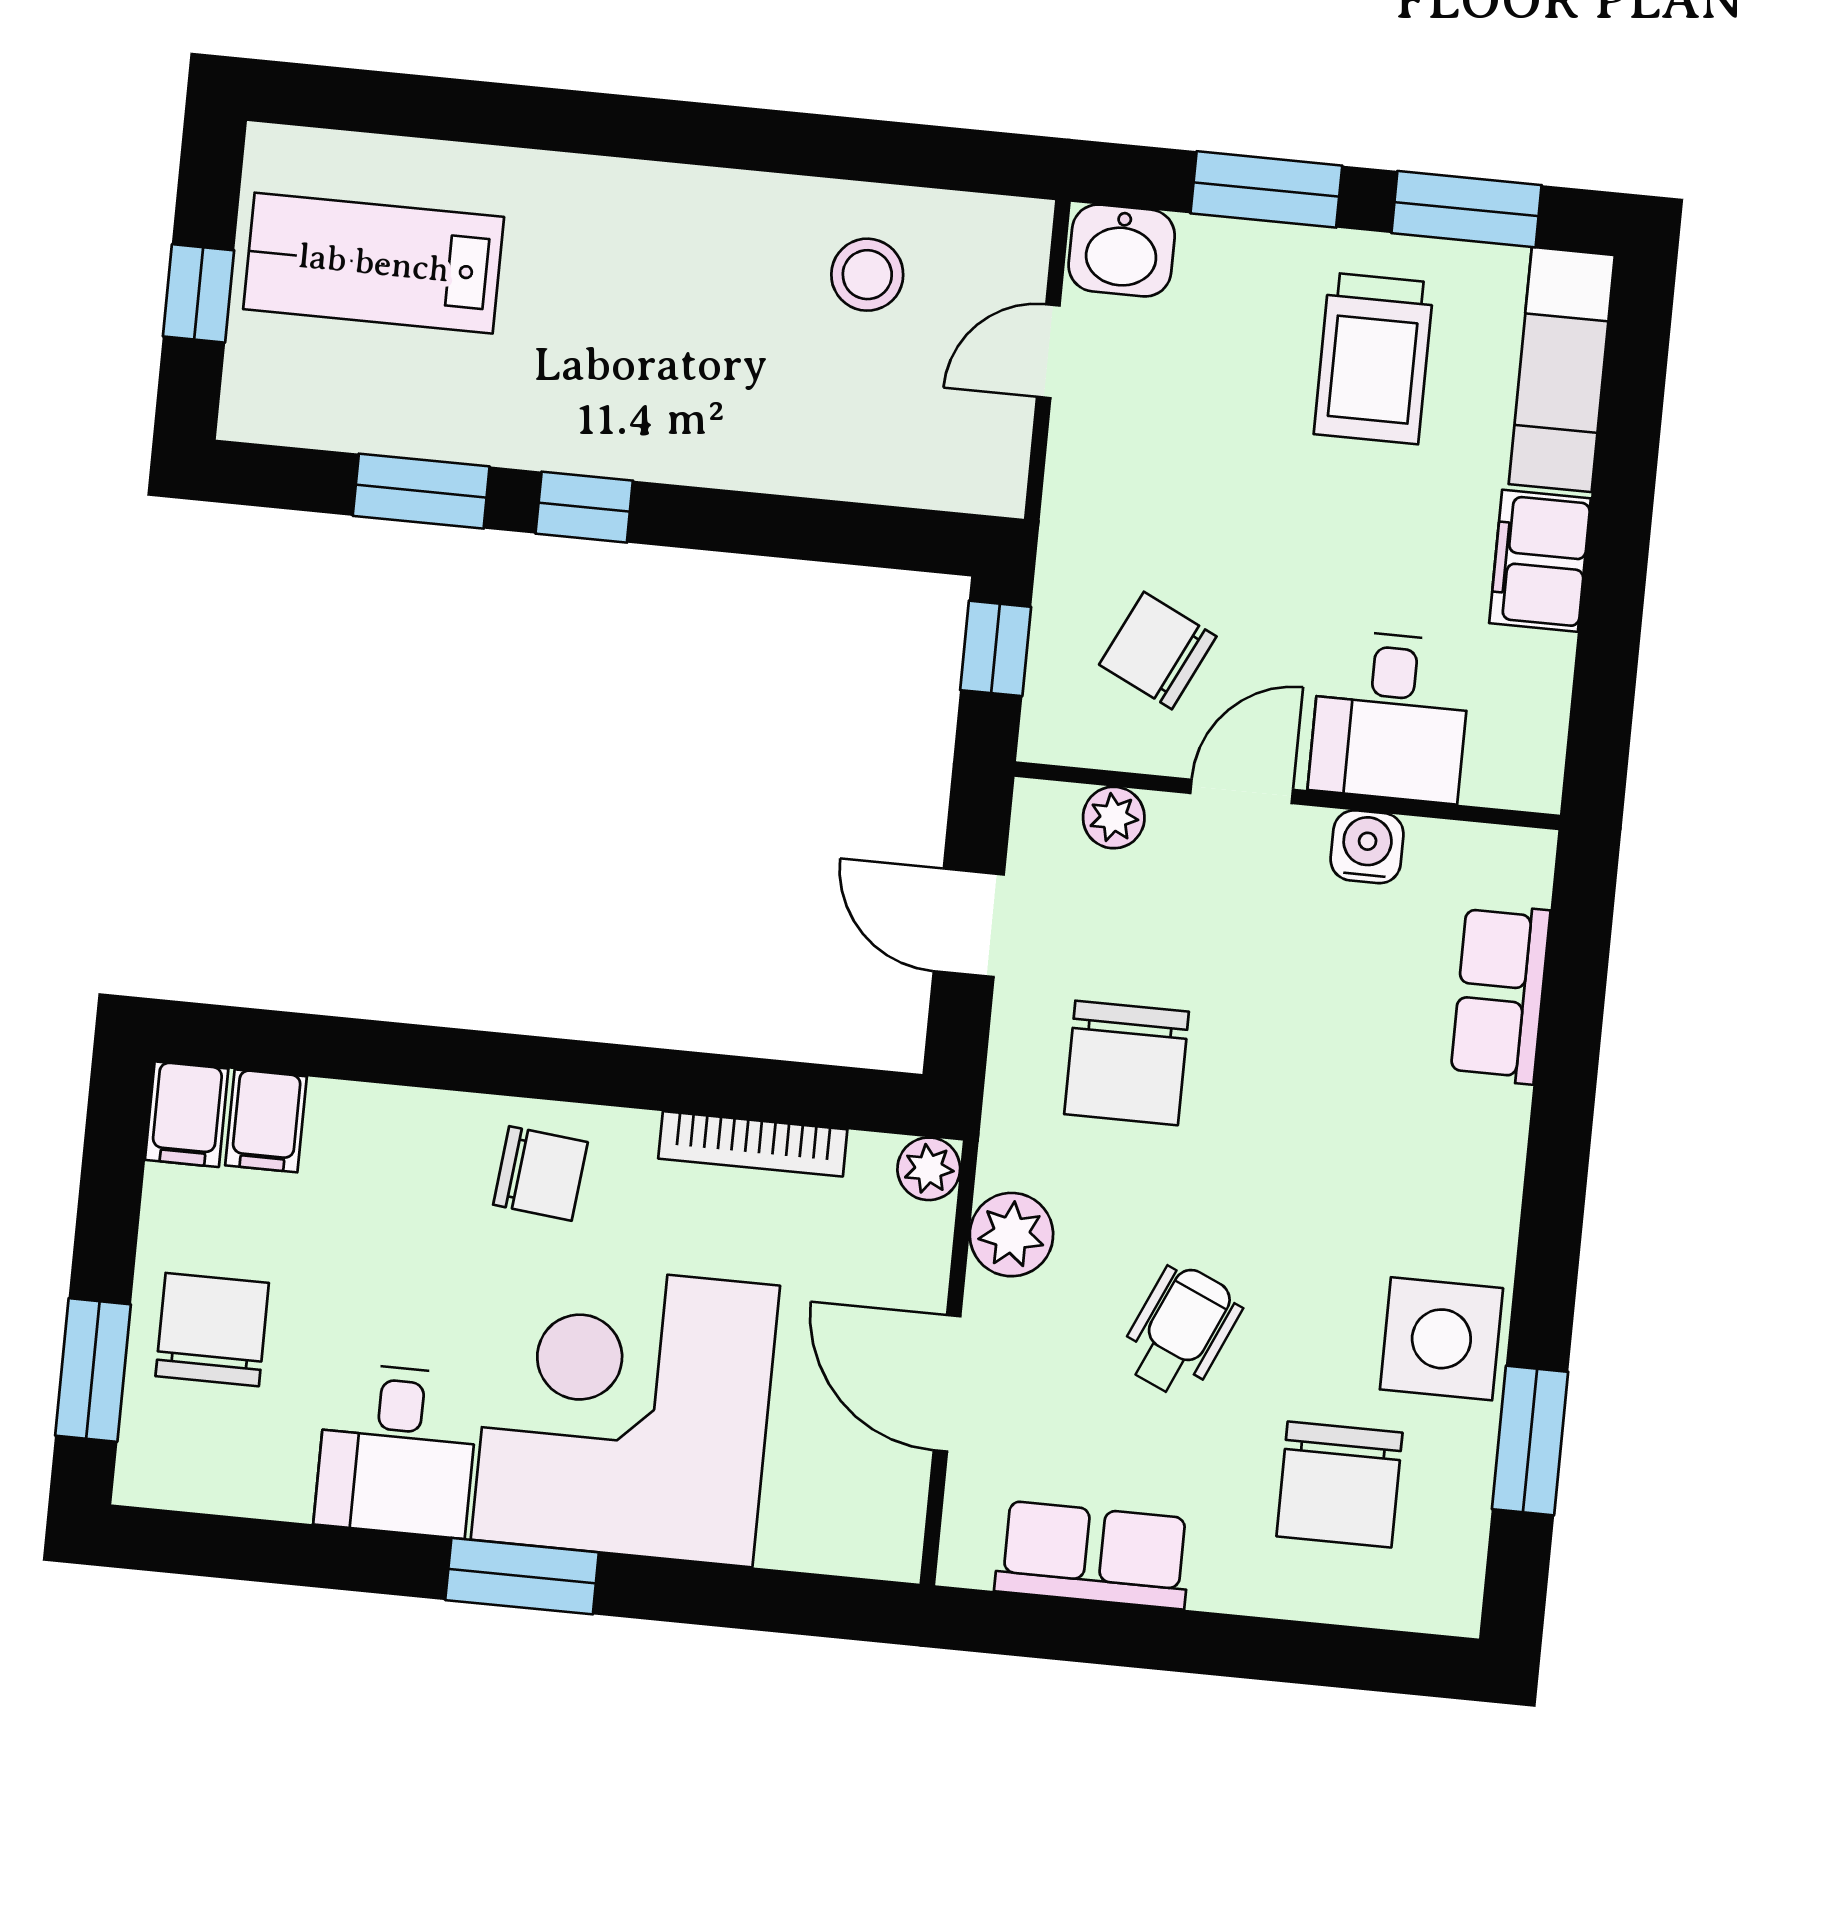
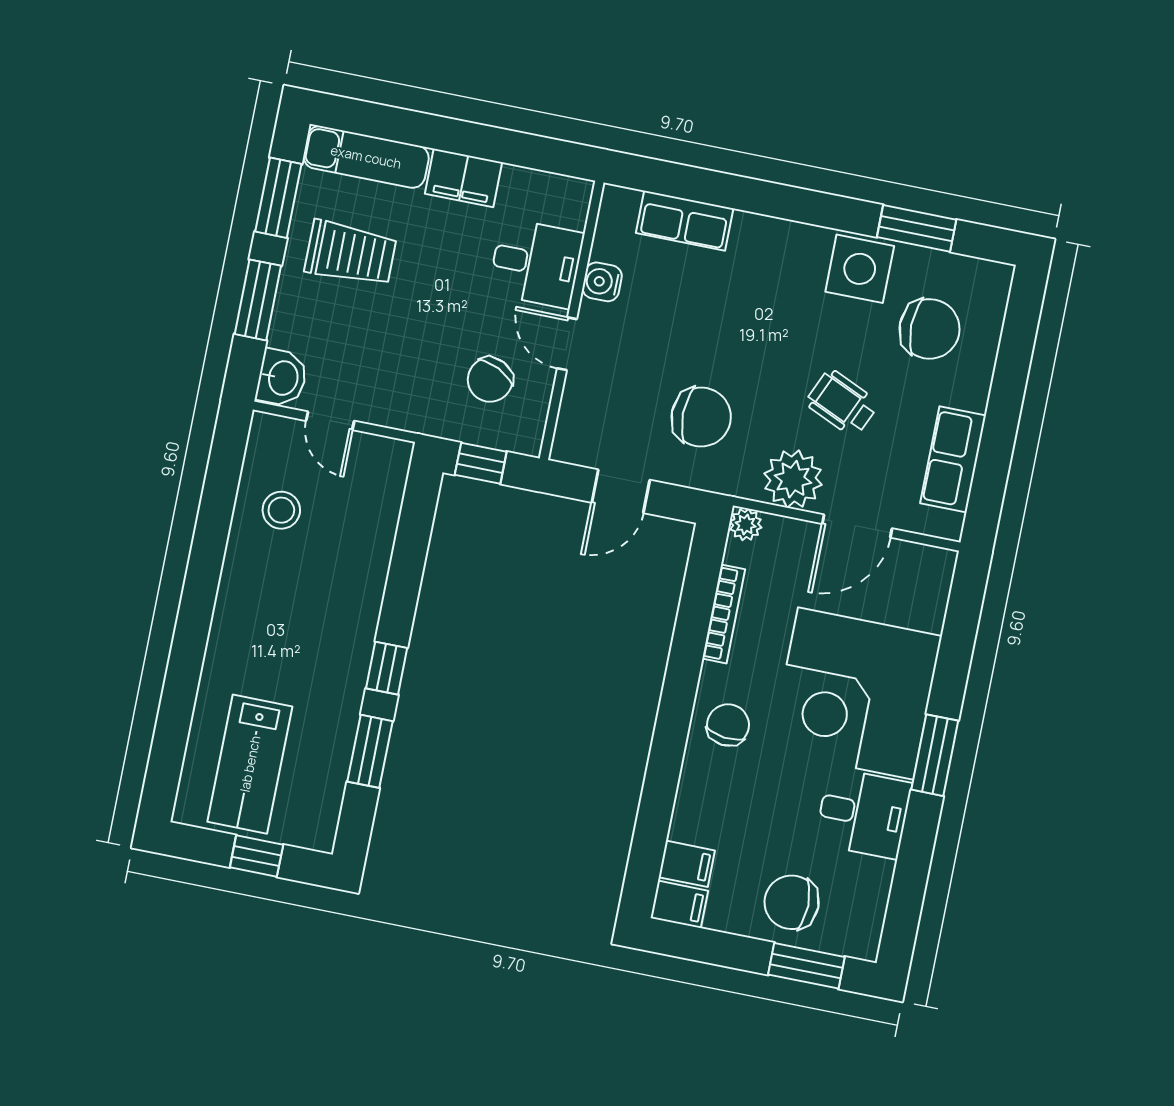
plant: (1114, 818) -> (574, 411), removed
plant: (1011, 1235) -> (793, 479), width x1.36, depth x1.36

